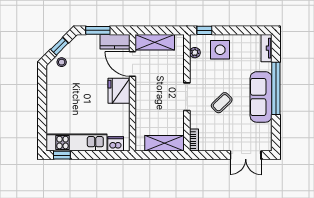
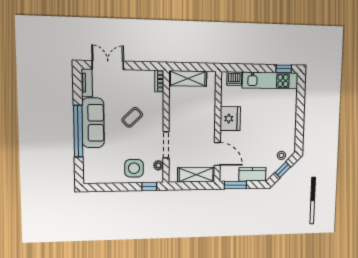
window: (98, 30) -> (235, 185), moved
kitchen counter: (115, 42) -> (252, 174), moved
tv unit: (267, 48) -> (87, 83), moved
fridge: (119, 91) -> (230, 119), moved
doorway: (187, 97) -> (166, 145), moved

